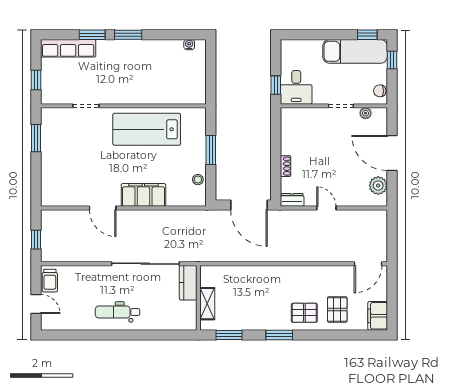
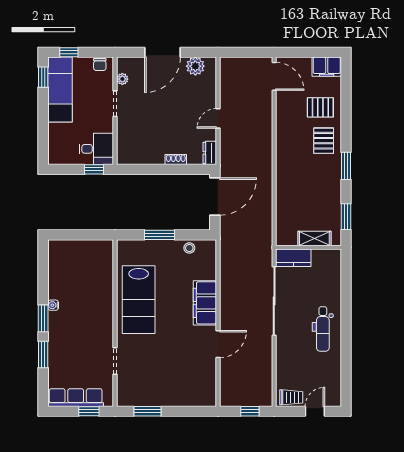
water cooler: (189, 45) -> (53, 305), moved
row of seats: (68, 48) -> (76, 398), moved, turned -90

